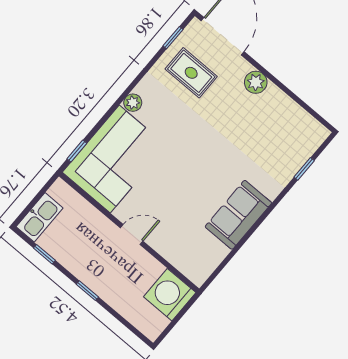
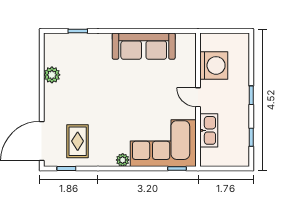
plant: (256, 82) -> (52, 75), moved
sofa: (238, 215) -> (144, 46), width x1.36
kitchen sink: (40, 217) -> (209, 130), moved, turned 90
washing machine: (170, 295) -> (214, 65), moved, turned -90

